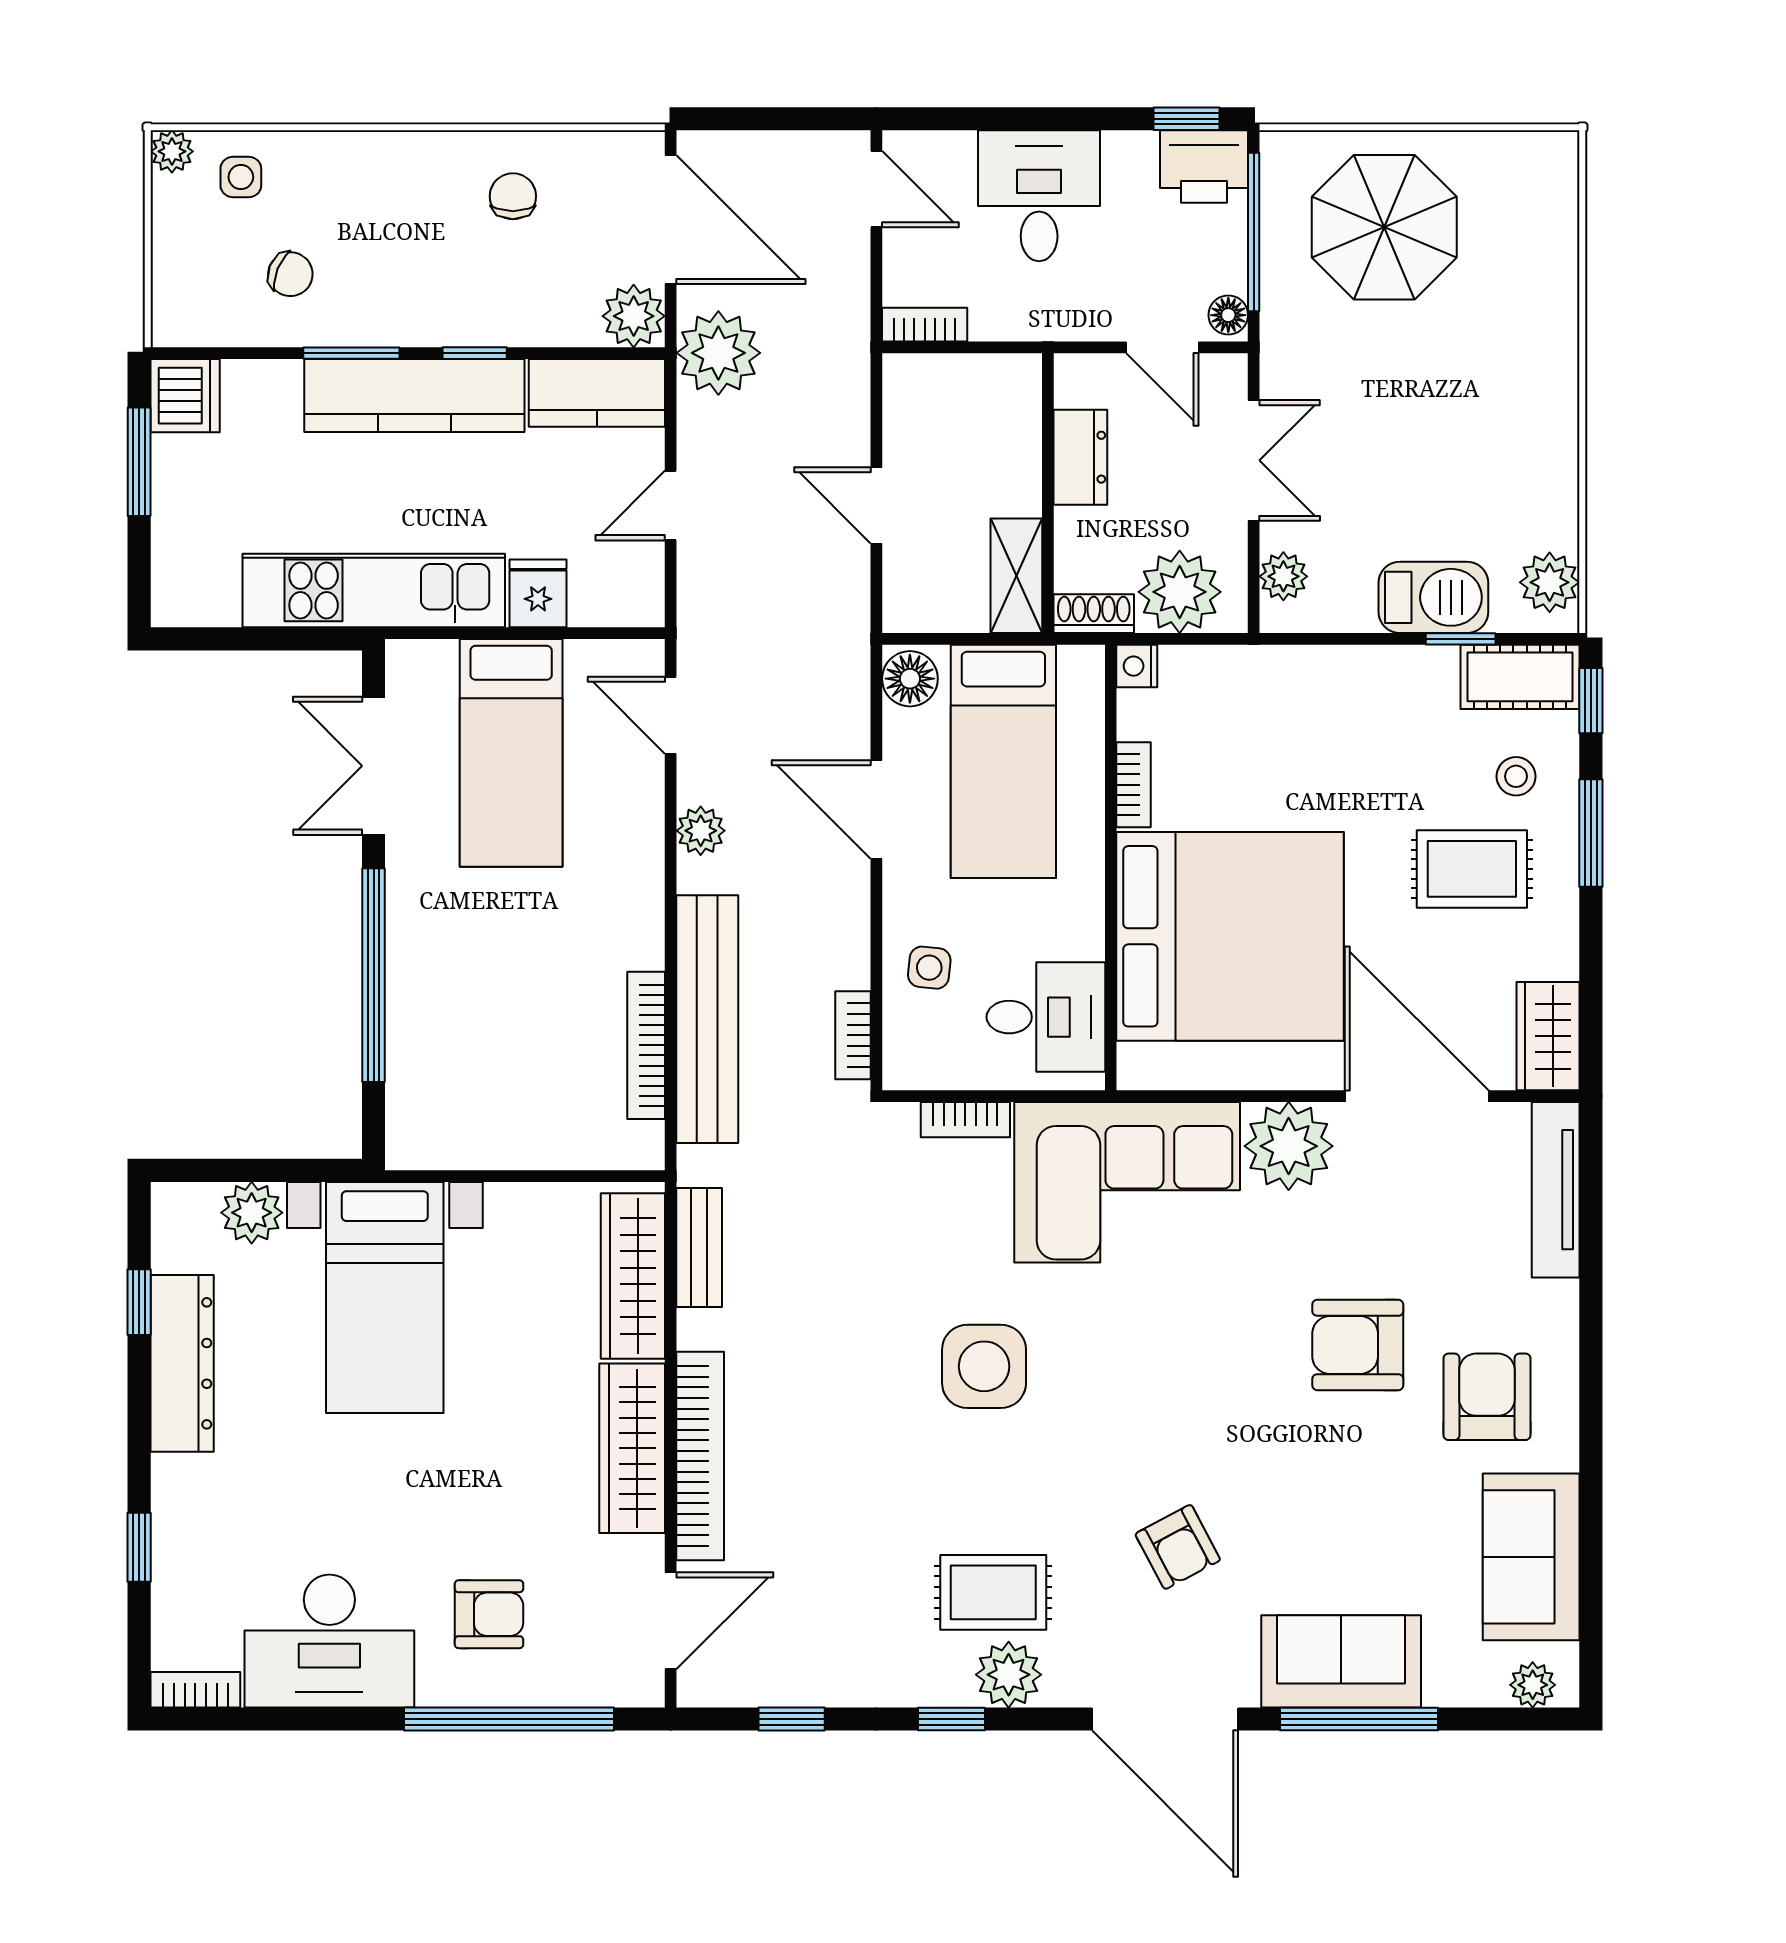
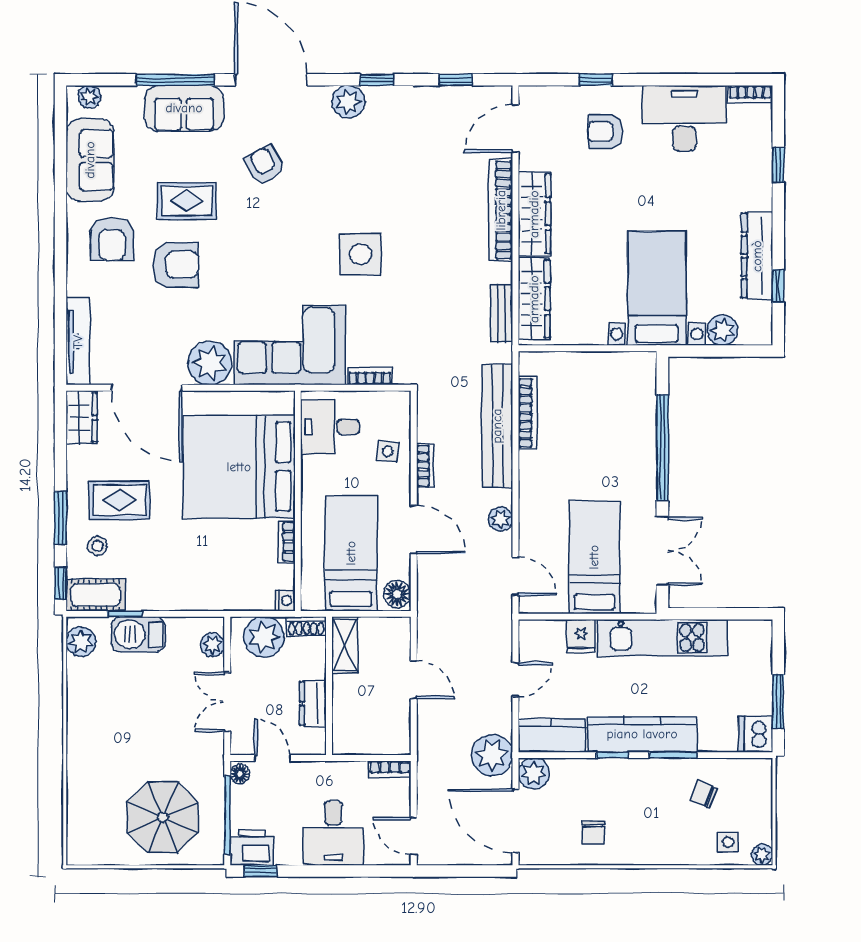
bookcase: (853, 1035) -> (425, 465), moved
rug: (993, 1592) -> (187, 201), moved
window: (509, 1719) -> (595, 80), width x0.32

